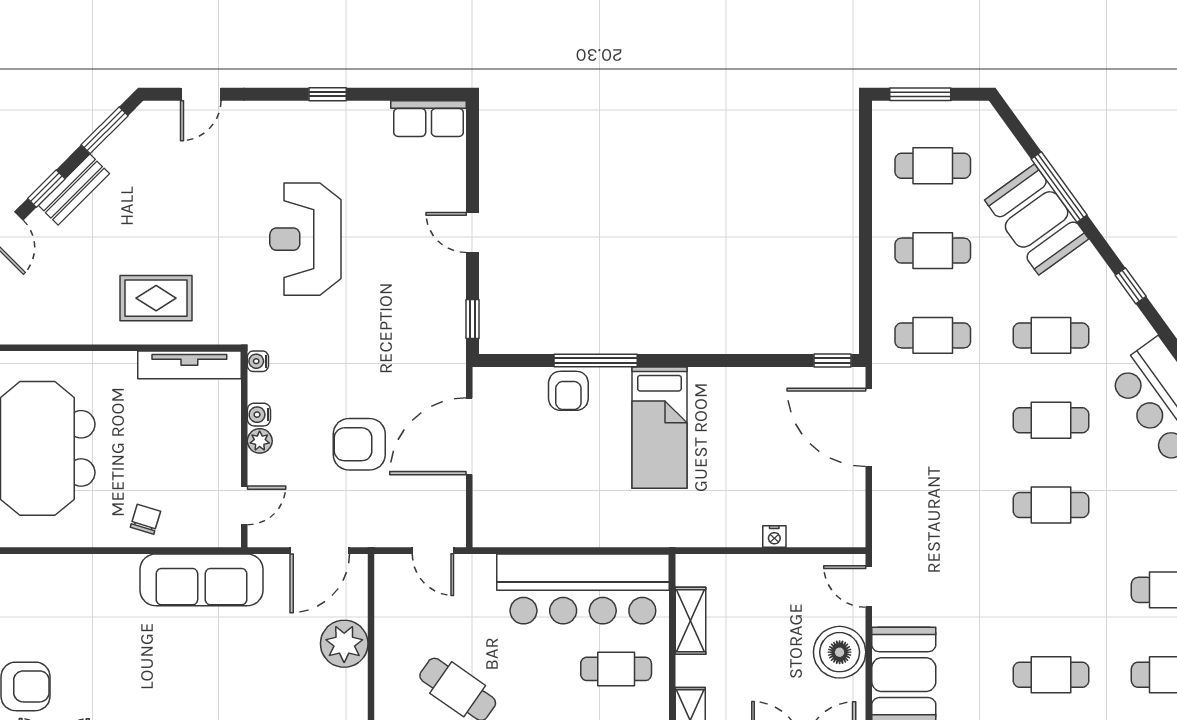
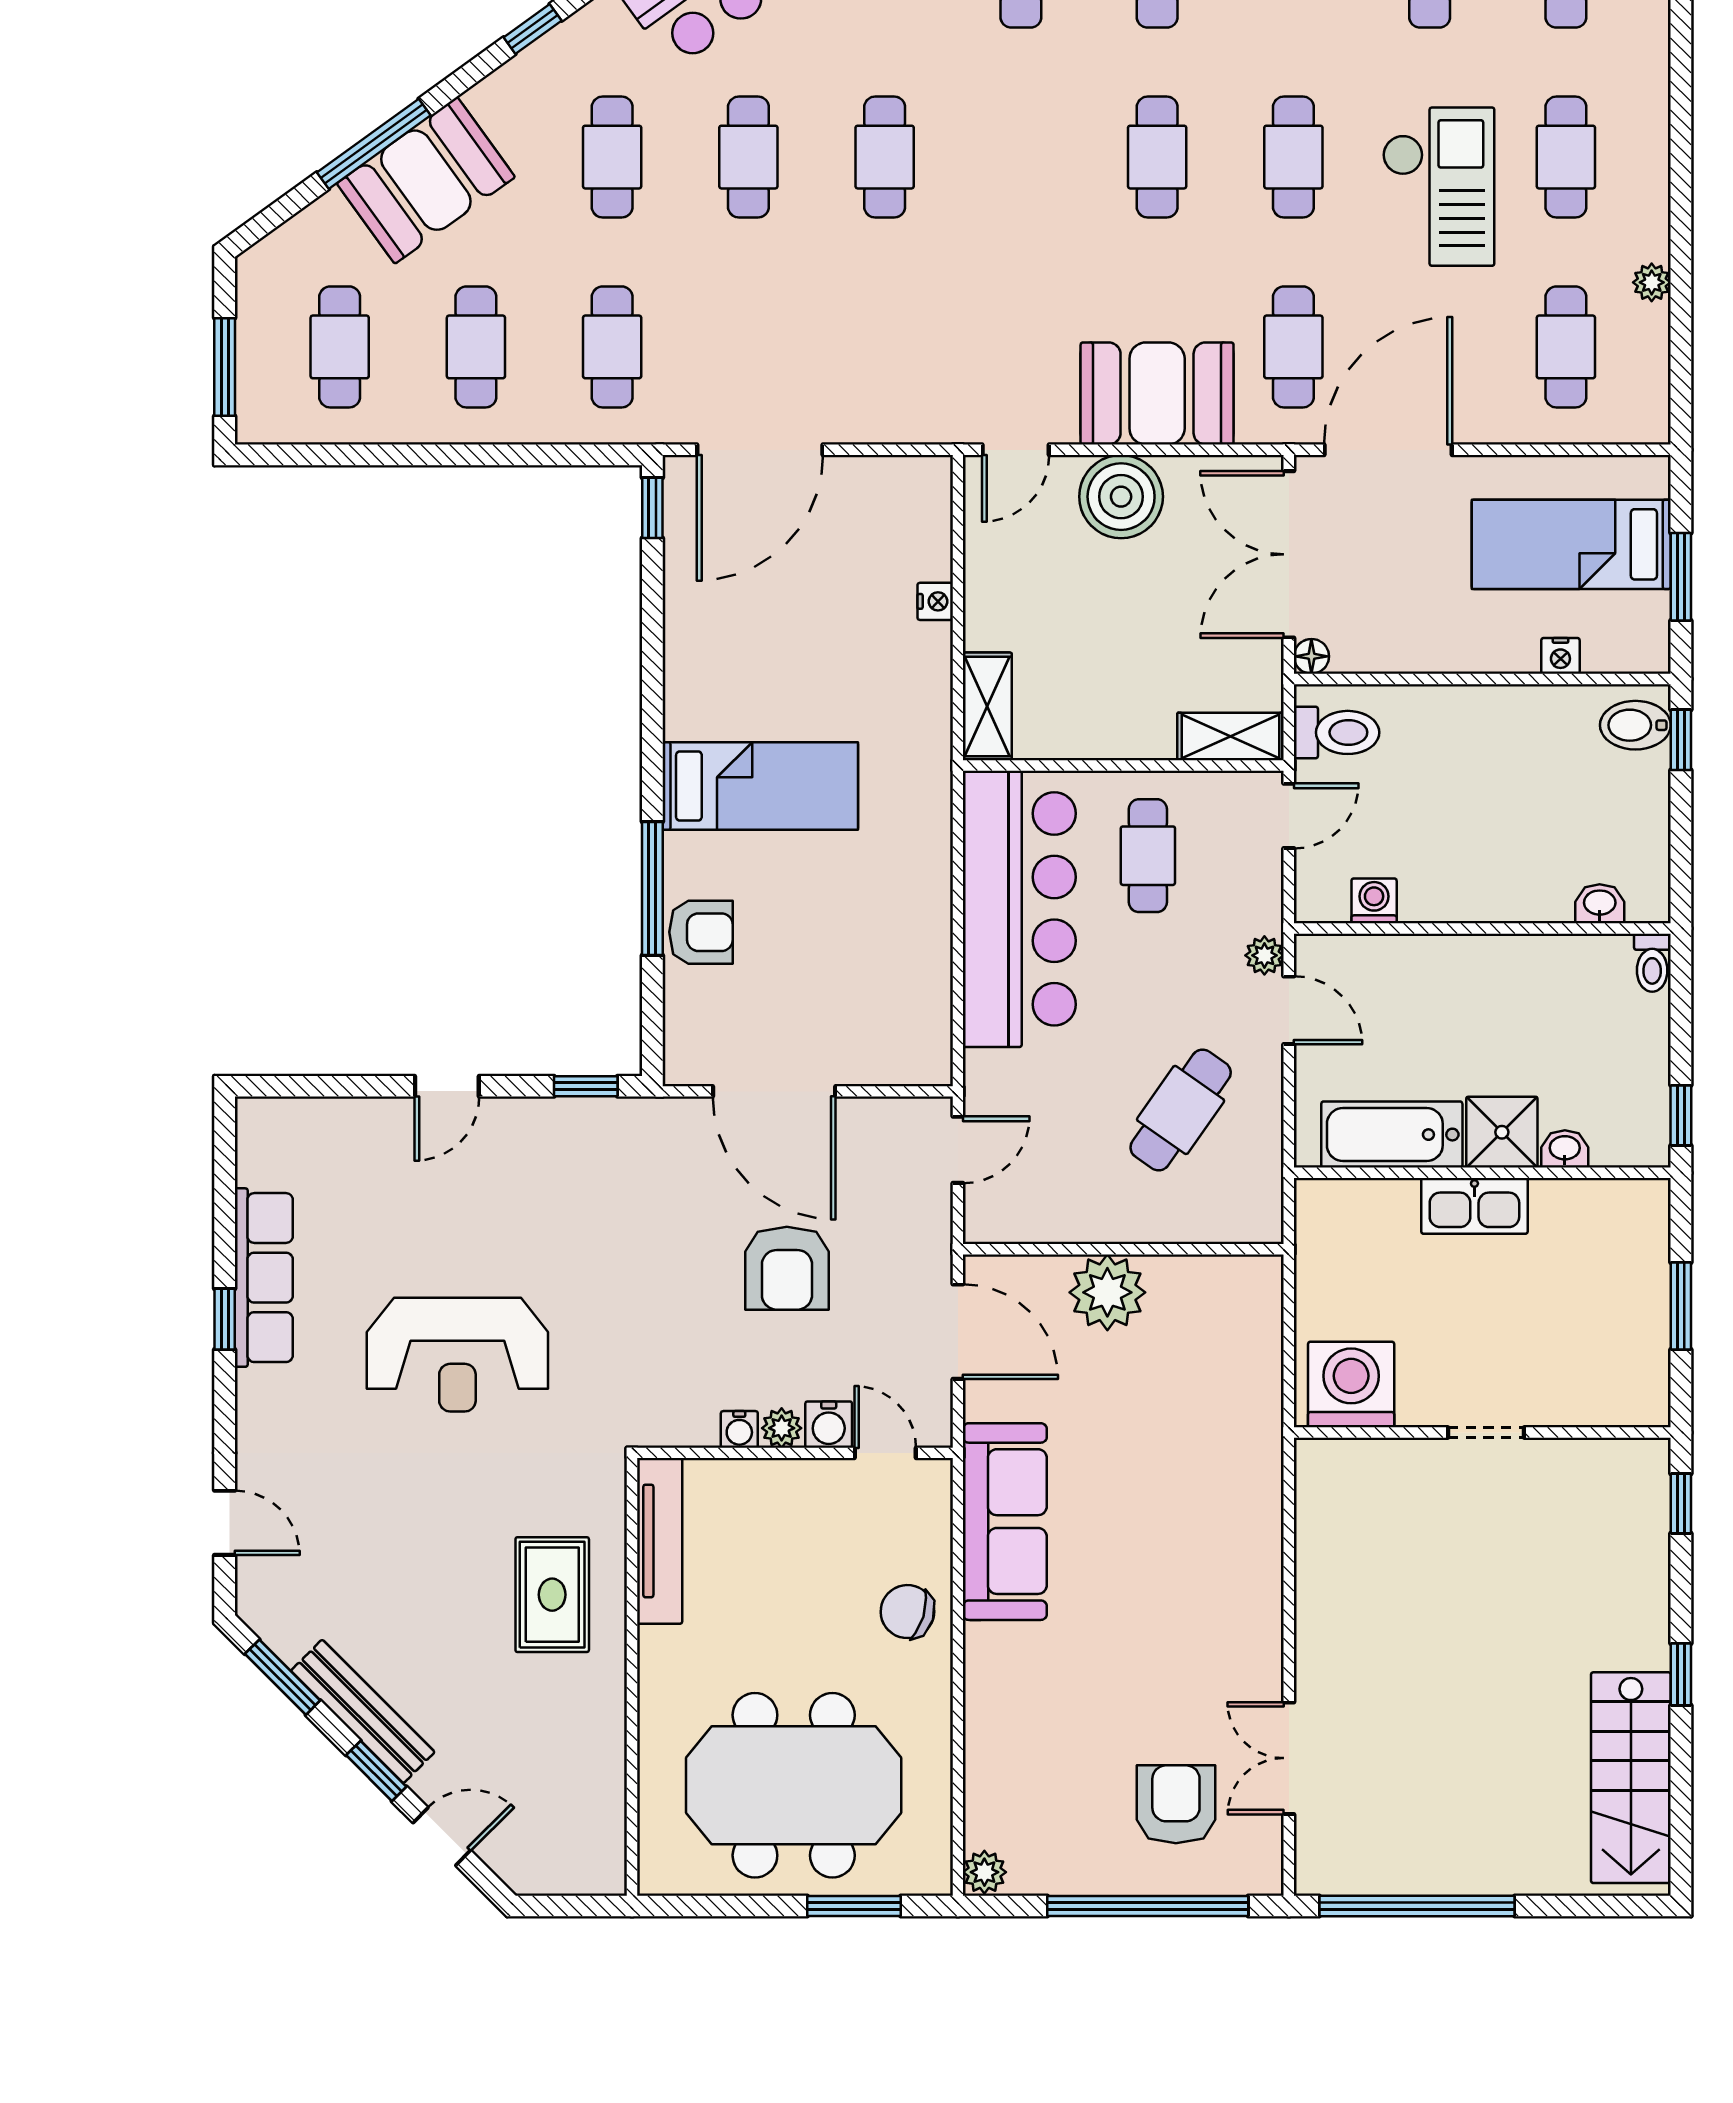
row of seats: (429, 119) -> (264, 1278), moved, width x1.48
bench: (74, 190) -> (363, 1711), width x1.36
water cooler: (258, 361) -> (829, 1425), moved, width x1.38, depth x1.38
chair: (145, 519) -> (907, 1612), width x1.37, depth x1.37
shelving: (690, 621) -> (987, 706), moved, turned 90

